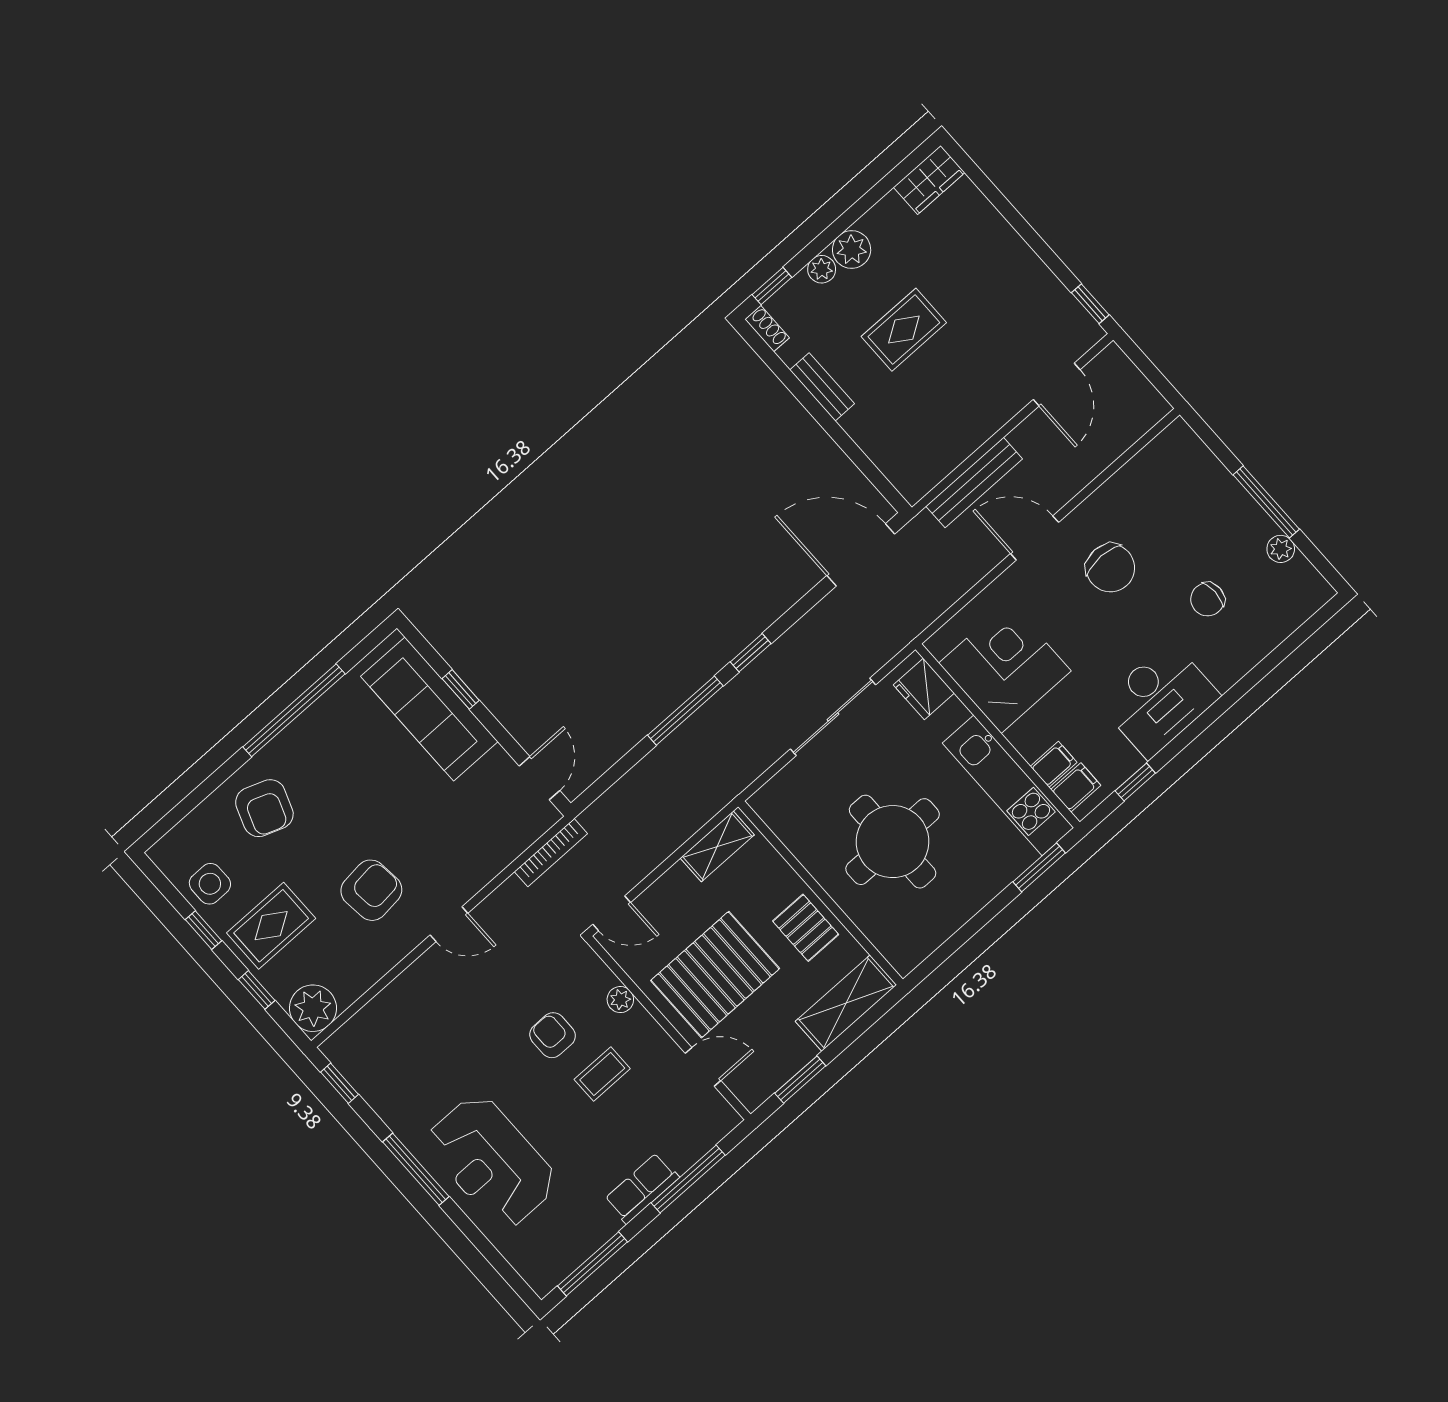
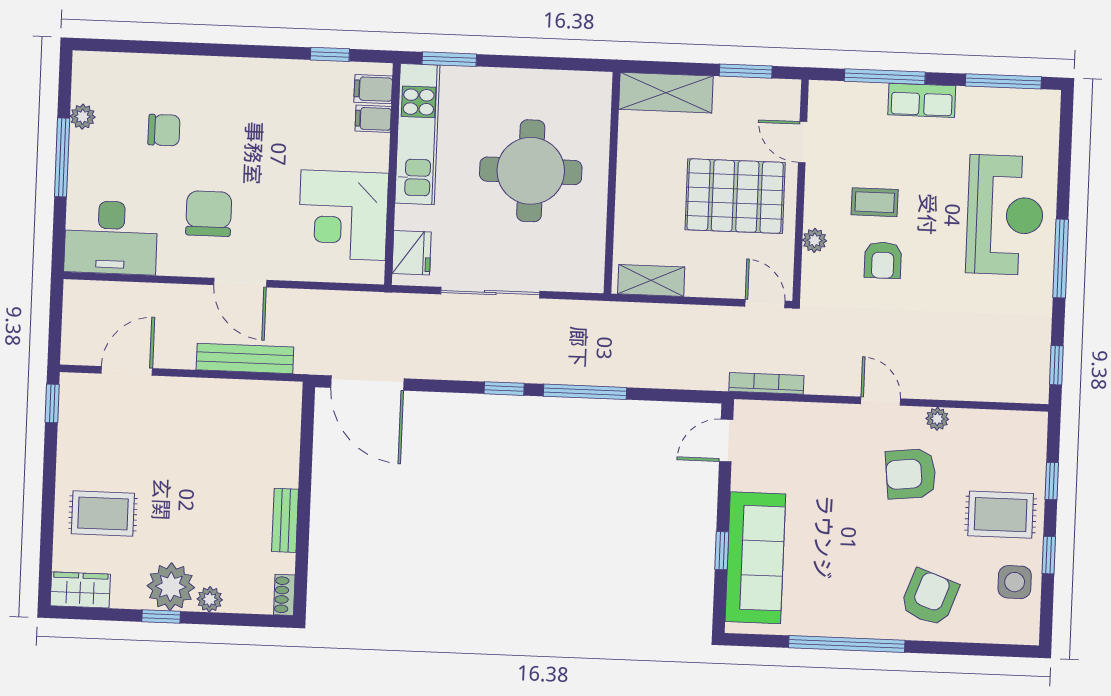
plant: (852, 250) -> (171, 587), width x1.36, depth x1.36
window: (772, 286) -> (161, 616), moved
rug: (904, 330) -> (103, 514), moved
desk: (1159, 700) -> (111, 238), moved, turned 180
pallet: (806, 928) -> (644, 169), removed
plant: (313, 1008) -> (937, 419), moved, width x0.53, depth x0.53

